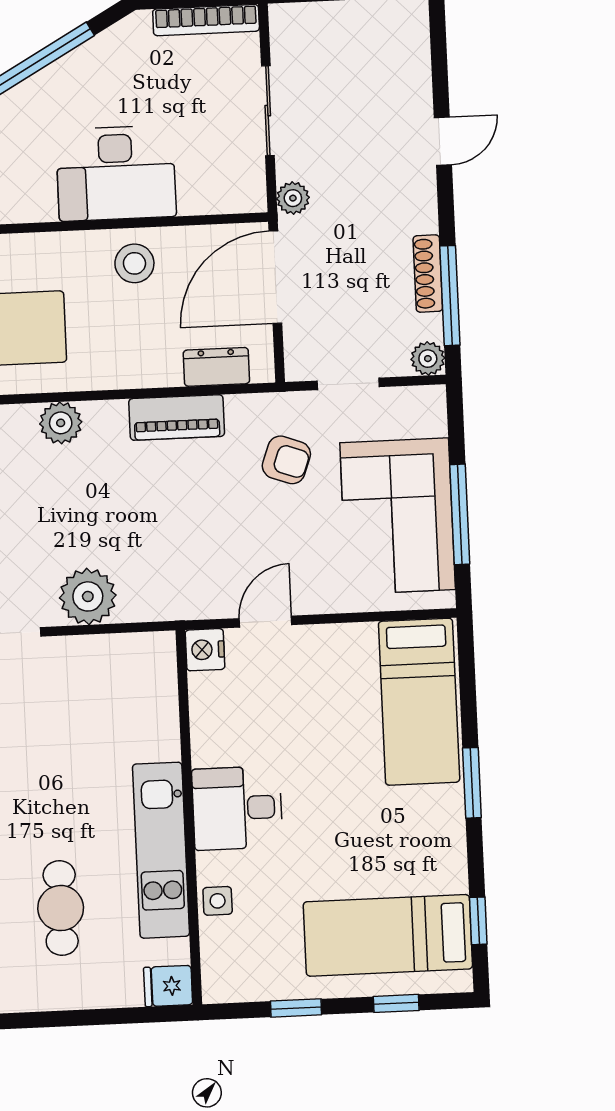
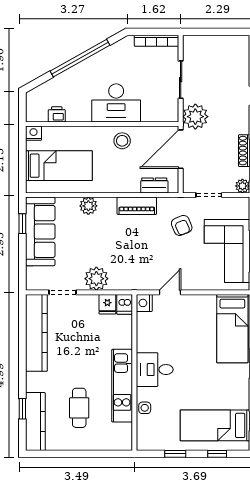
plant: (293, 198) -> (195, 117), width x1.88, depth x1.88
armchair: (286, 460) -> (182, 225), turned 48
dishwasher: (158, 655) -> (125, 304), added
fridge: (168, 986) -> (107, 304), moved, turned -90

